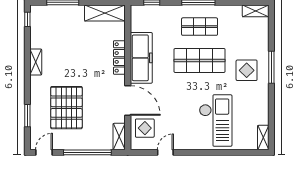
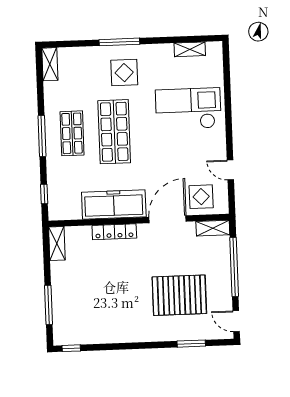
shelving: (105, 13) -> (57, 243), width x0.67, depth x0.75
shelving: (36, 62) -> (124, 336), removed
shelving: (263, 138) -> (190, 49), moved

